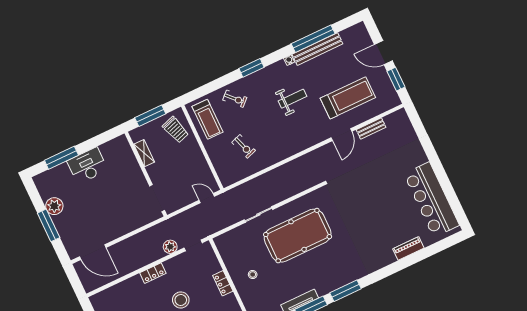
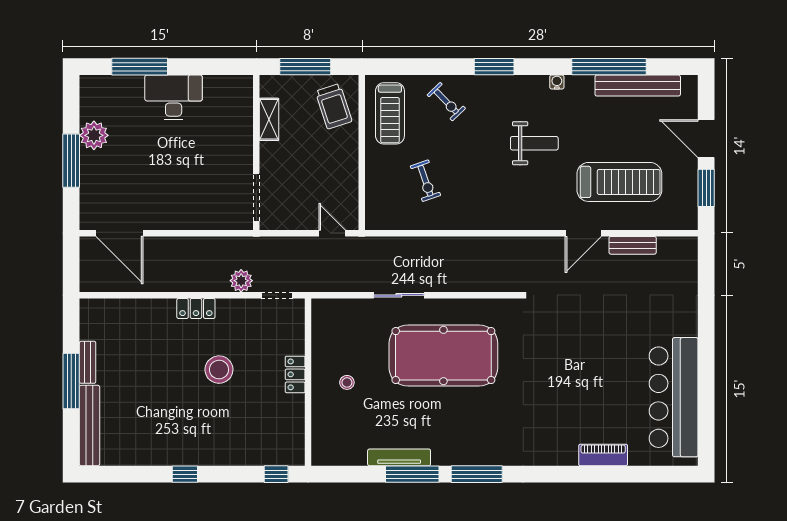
bench: (317, 49) -> (638, 86), moved

